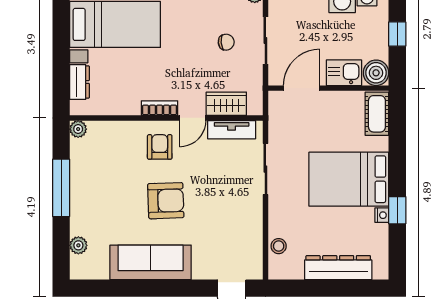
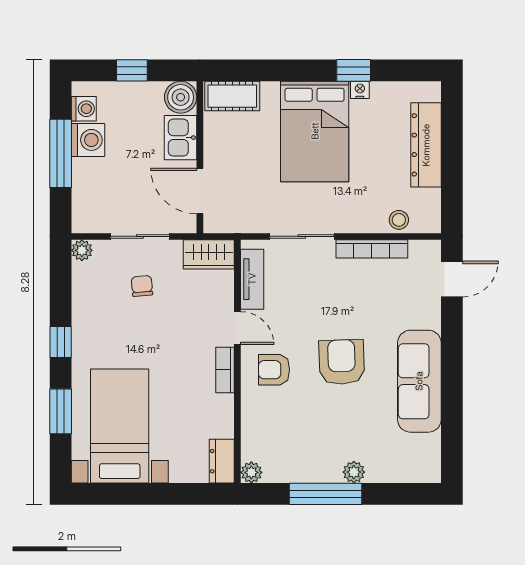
dresser: (79, 82) -> (222, 461), moved, turned -90
wardrobe: (226, 104) -> (209, 254), moved, turned -90
bookcase: (256, 225) -> (372, 249), added
plant: (78, 245) -> (354, 472), moved

